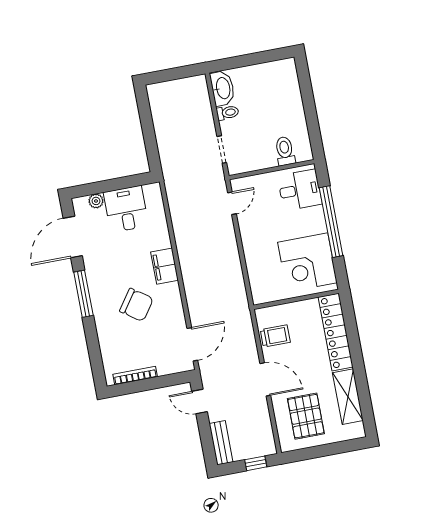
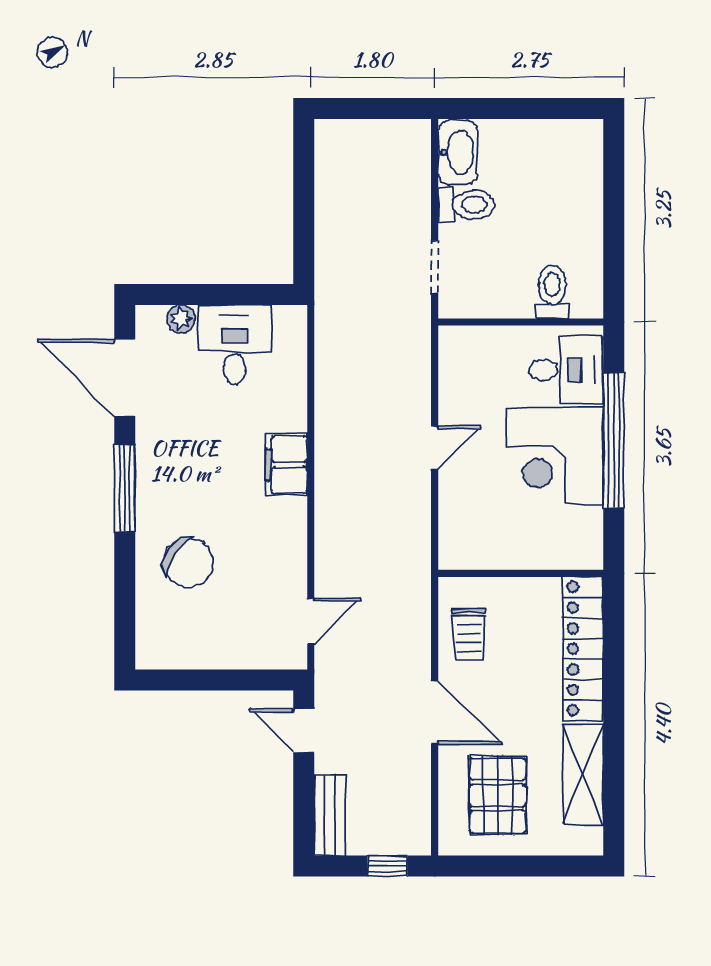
toilet: (228, 113) -> (466, 205), width x1.37, depth x1.39
door: (232, 203) -> (435, 447), moved
door: (73, 237) -> (125, 378), hinge flipped
corner desk: (307, 262) -> (555, 456), moved
chair: (136, 305) -> (188, 563), moved
trolley: (275, 336) -> (469, 635), turned 89
door: (192, 344) -> (311, 621), width x0.73
bookcase: (135, 376) -> (193, 659), removed

